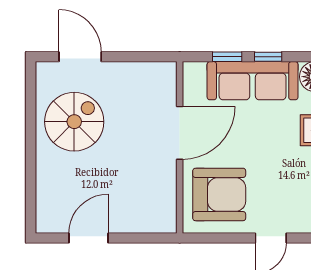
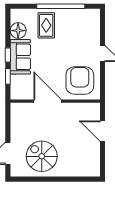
sofa: (253, 81) -> (20, 57), width x0.73
door: (88, 238) -> (103, 131), moved

